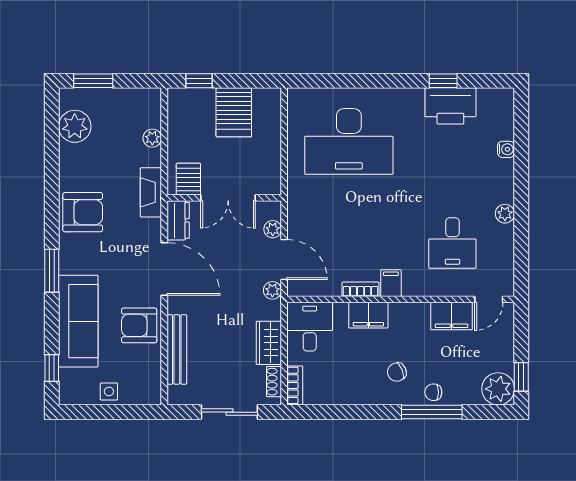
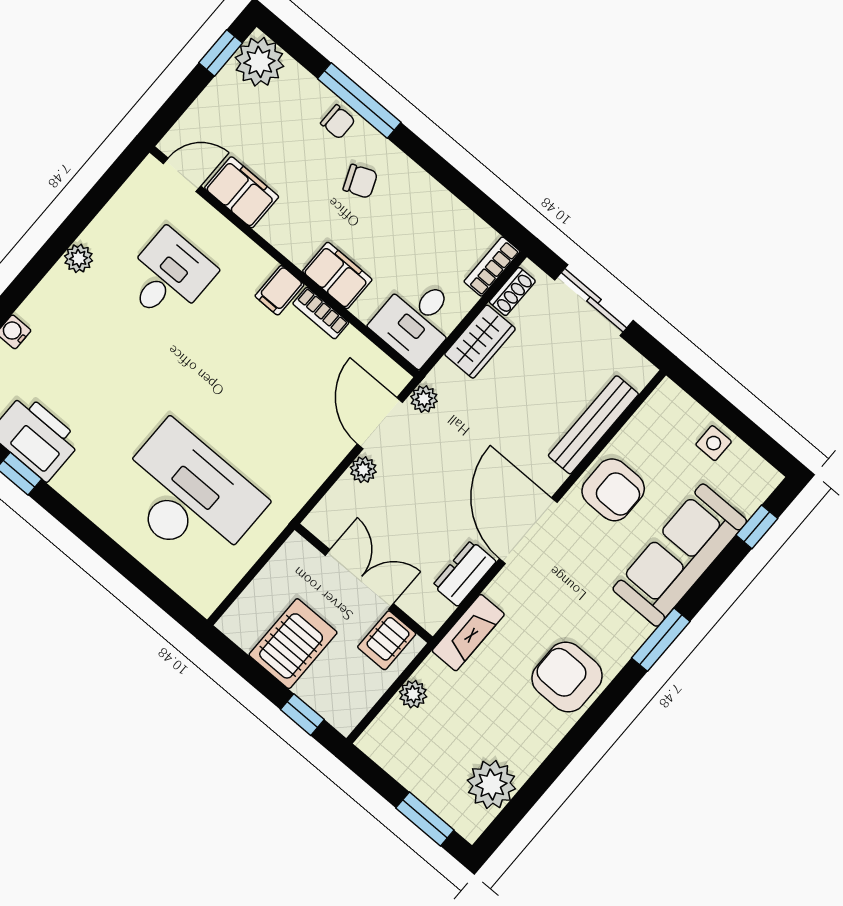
server rack: (188, 179) -> (387, 640), moved
wall: (224, 198) -> (364, 583), moved
double door: (228, 198) -> (359, 579), moved

